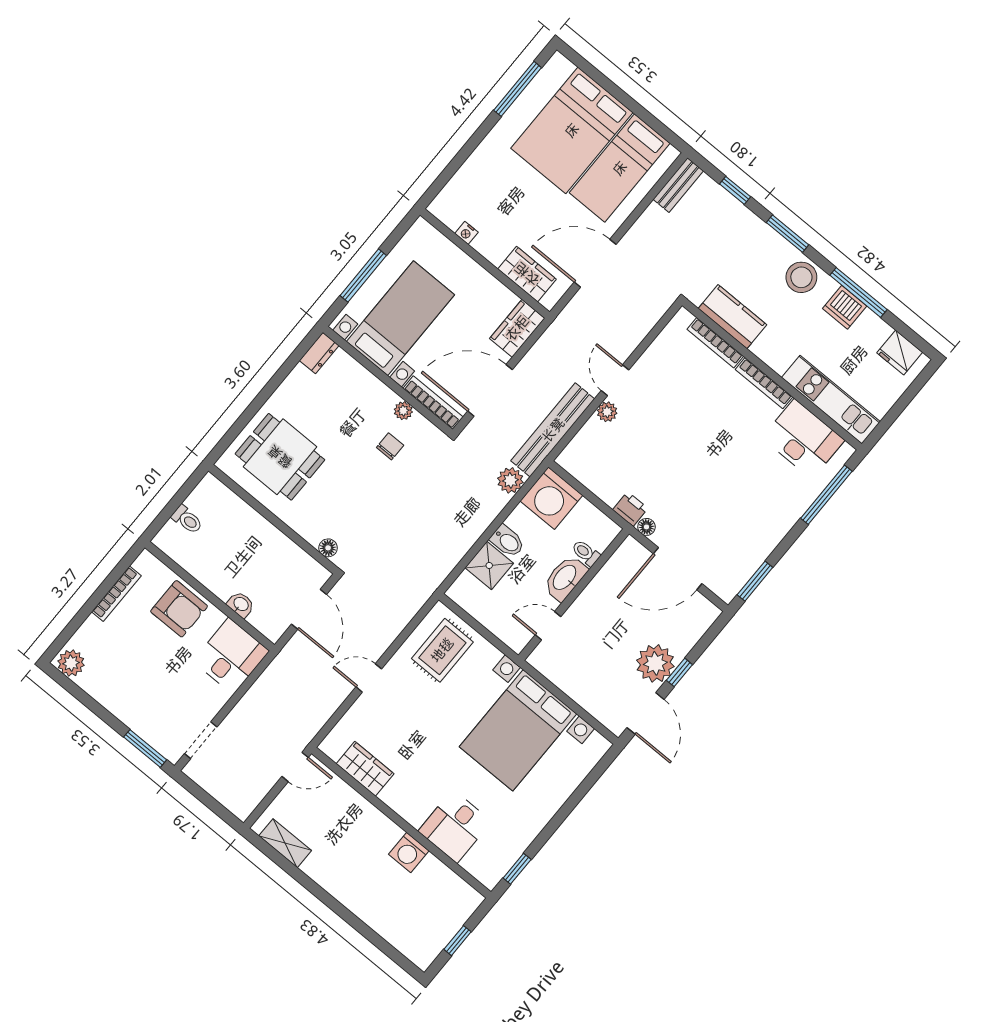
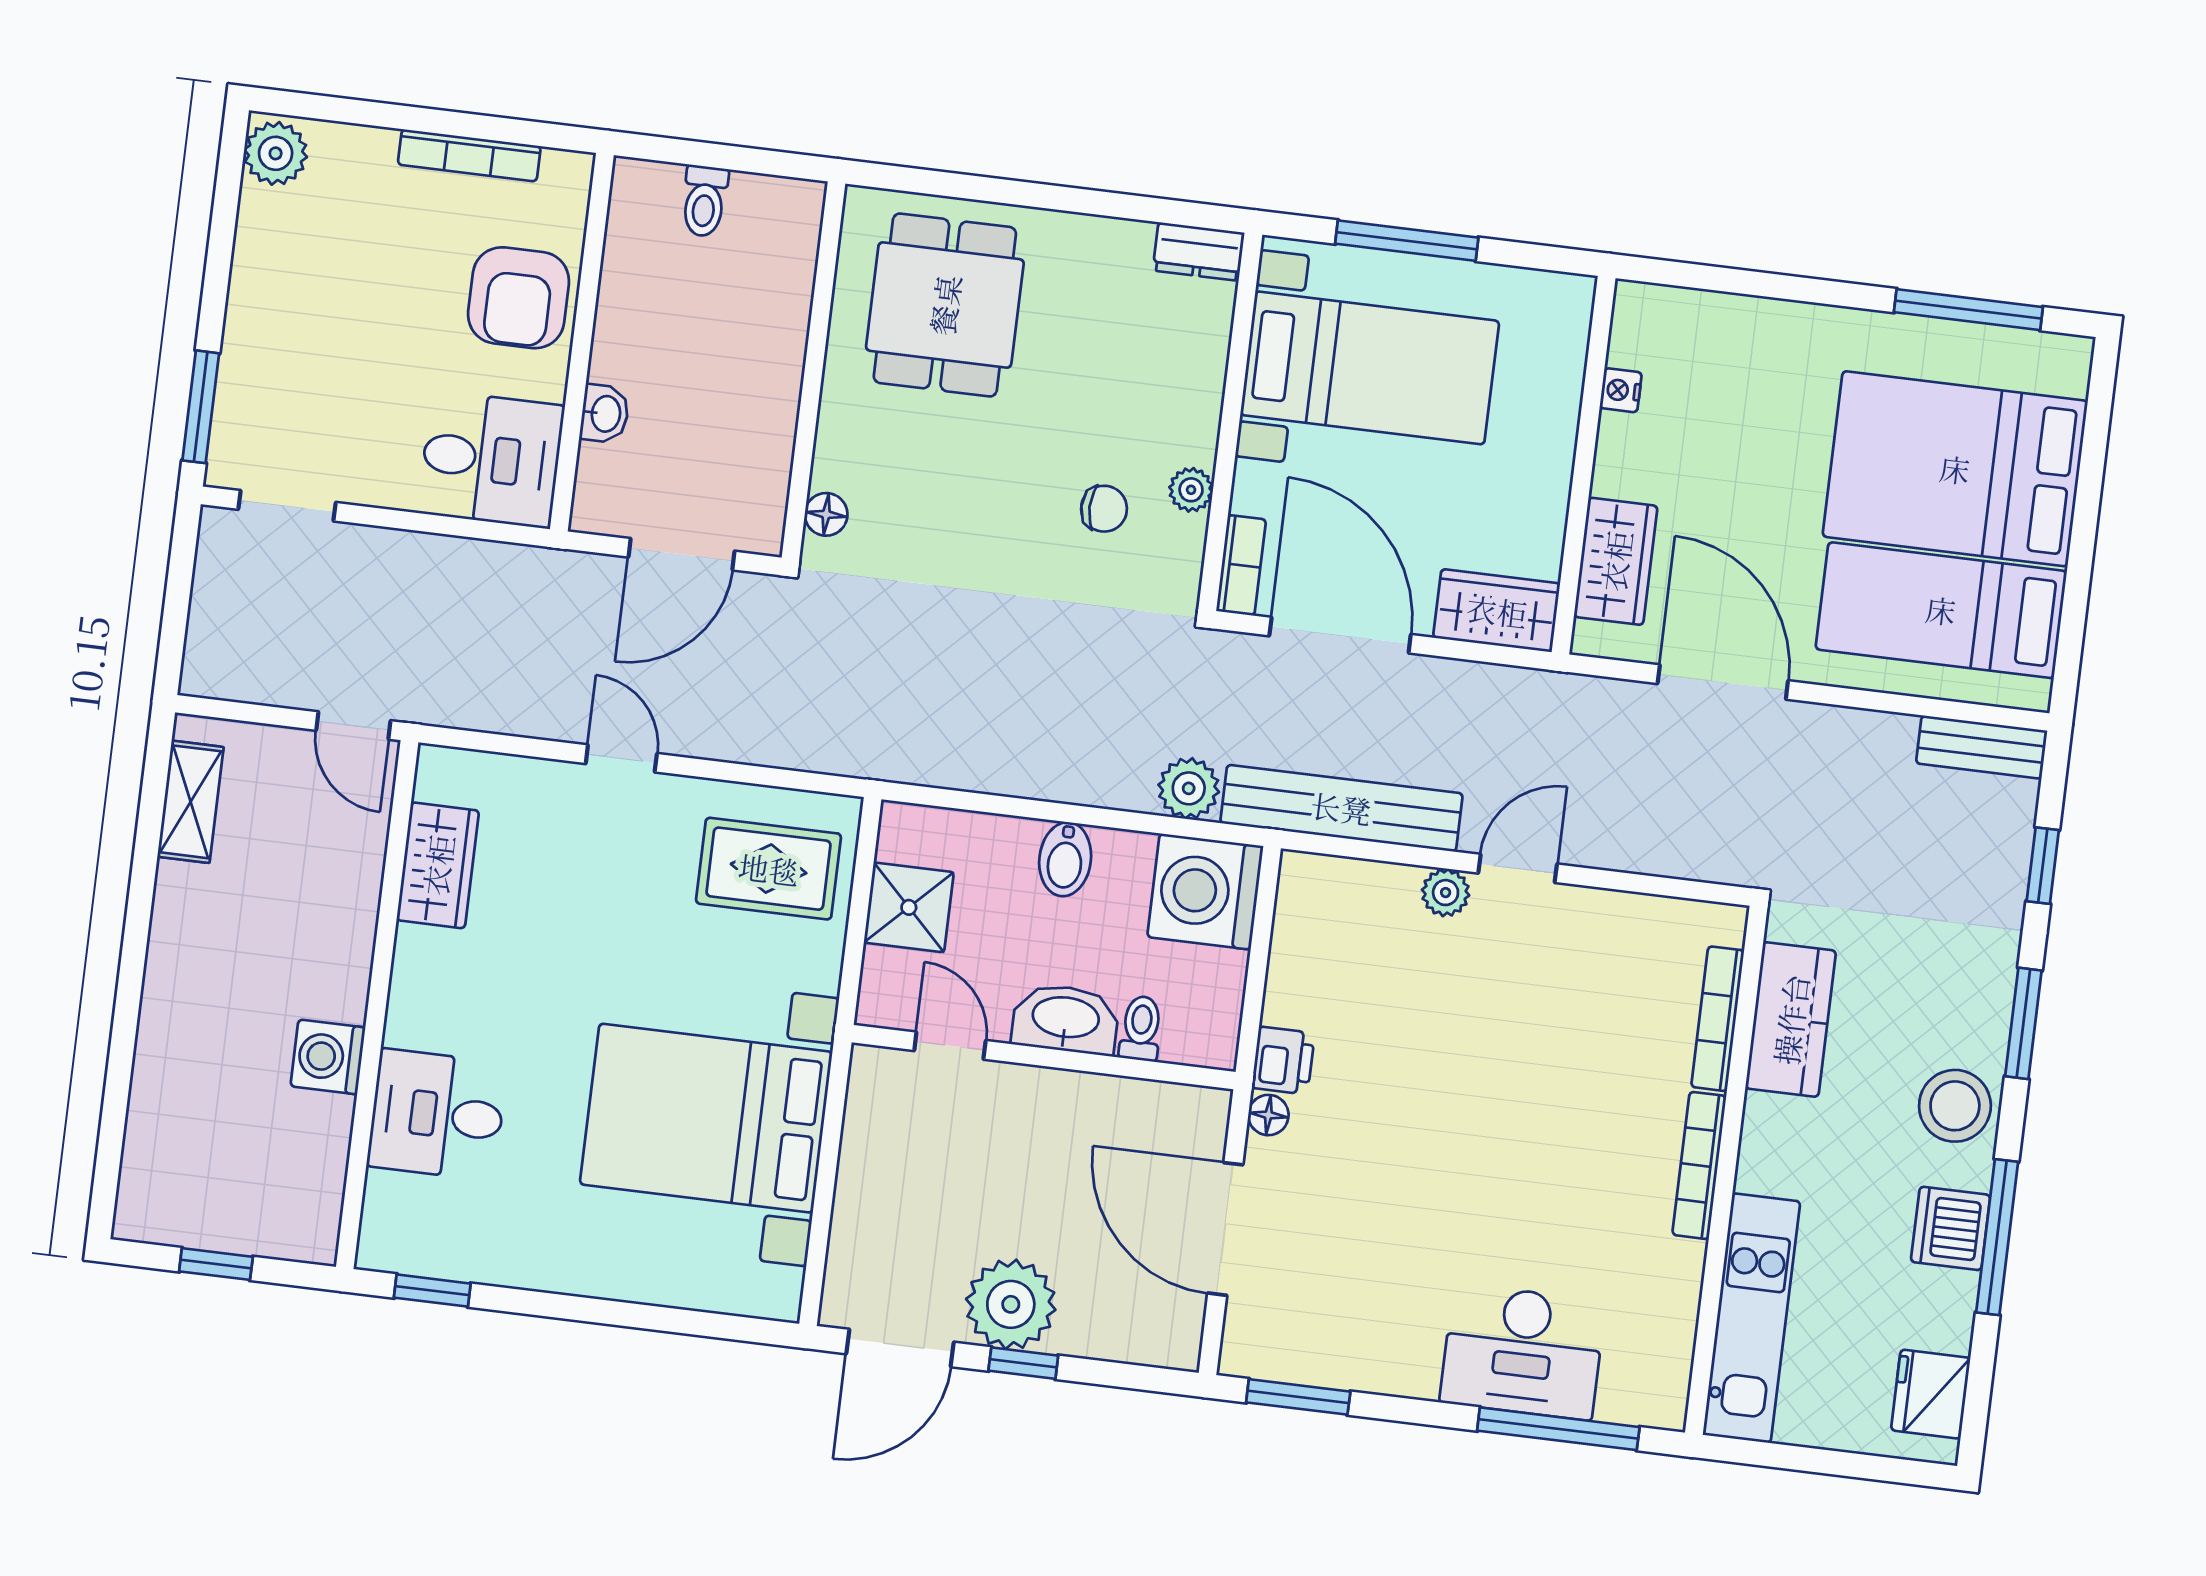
bookcase: (433, 403) -> (1241, 565), width x0.64
desk: (803, 439) -> (1523, 1352), moved, turned 90
shower: (489, 565) -> (909, 907), moved

